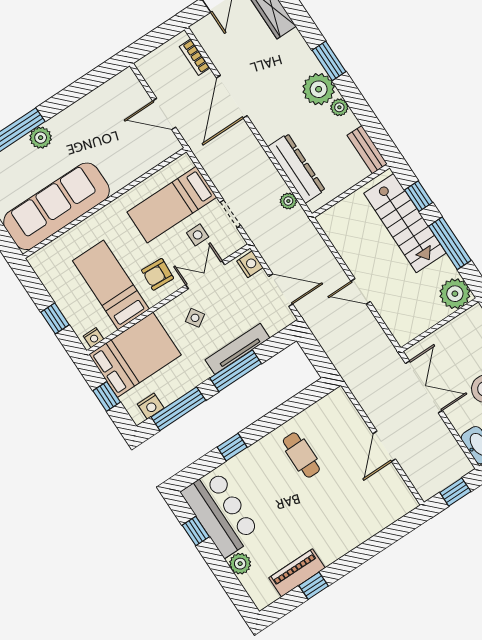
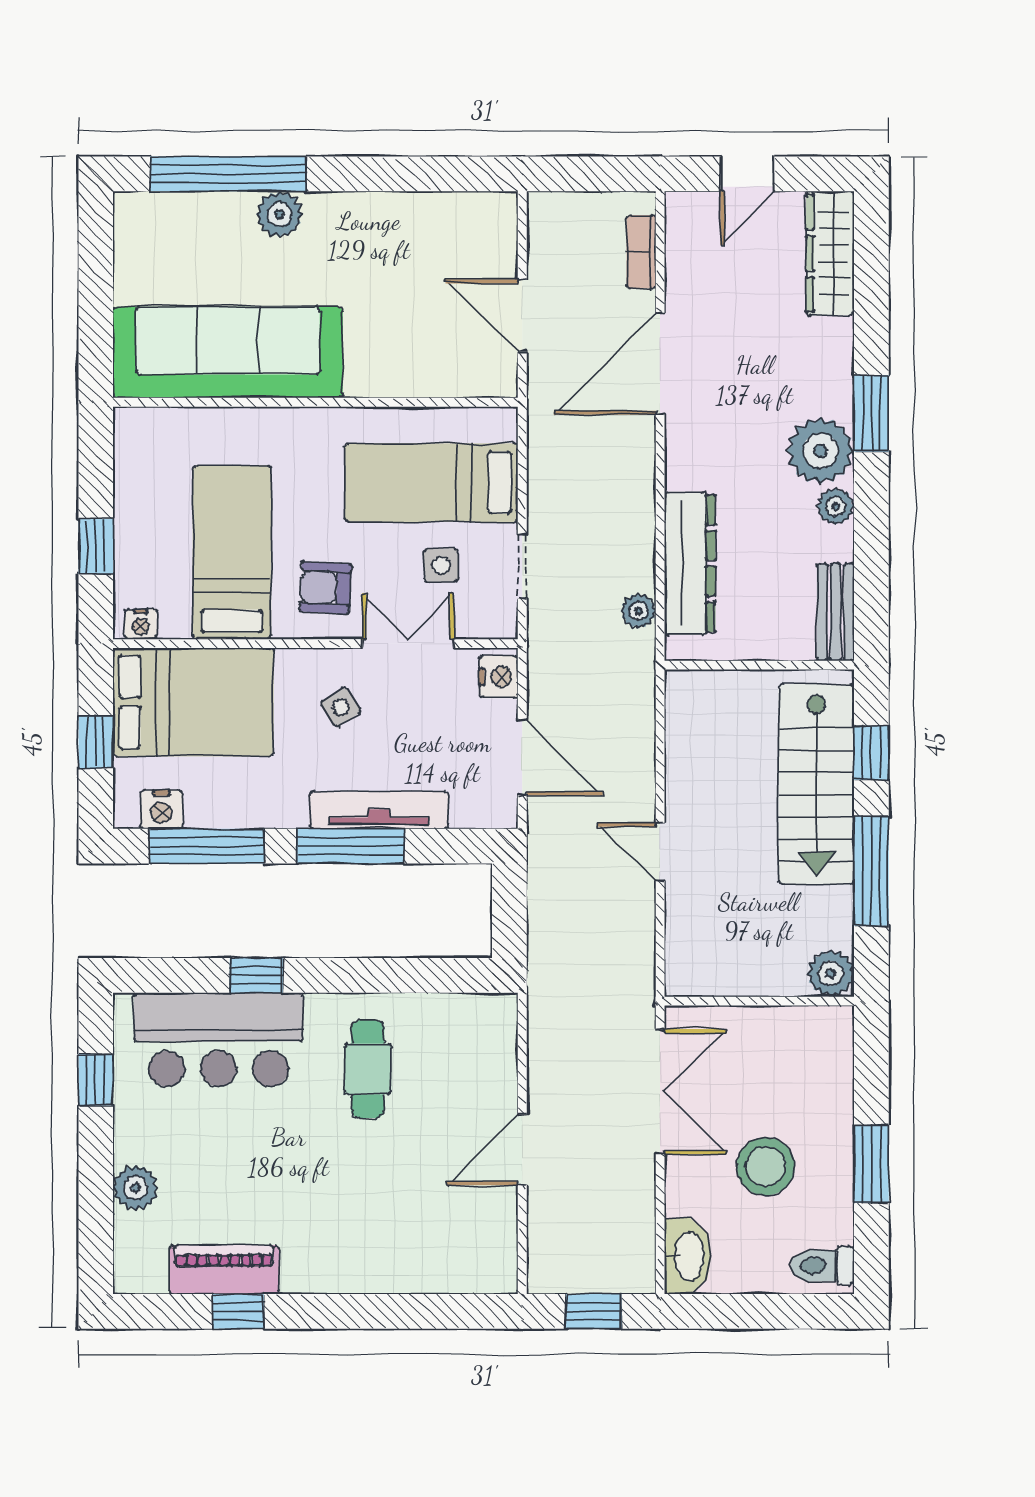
plant: (455, 294) -> (831, 973), width x0.73, depth x0.73
bar counter: (221, 513) -> (219, 1040), moved, turned 90

